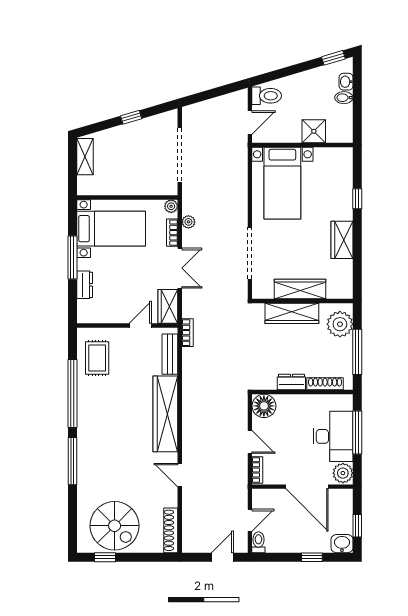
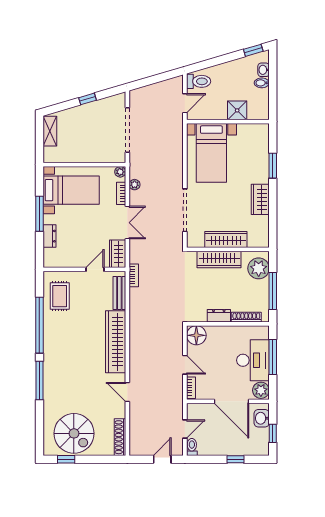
window: (357, 199) -> (273, 166), width x1.50
washbasin: (342, 544) -> (262, 418), moved, turned -90

